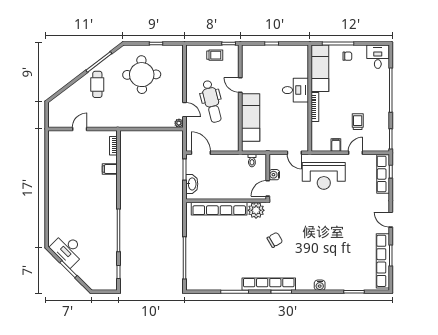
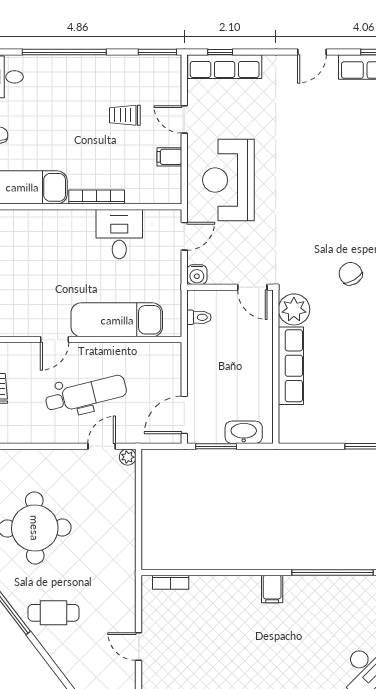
desk: (295, 90) -> (119, 234), moved
filing cabinet: (110, 169) -> (272, 589), moved
water cooler: (274, 175) -> (197, 275), moved
reception desk: (324, 176) -> (228, 180), turned 180
row of seats: (219, 209) -> (291, 366), width x0.73

